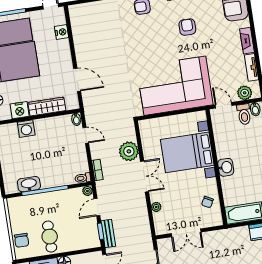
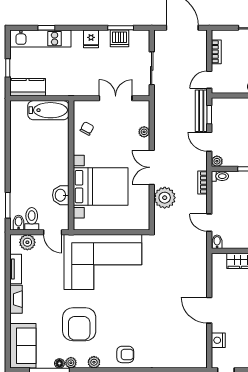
armchair: (187, 27) -> (79, 324), width x1.88, depth x1.88
door: (77, 80) -> (209, 310), moved
washbasin: (226, 167) -> (61, 195), moved
door: (97, 207) -> (209, 142), swing flipped
bench: (108, 233) -> (201, 111), width x1.36

